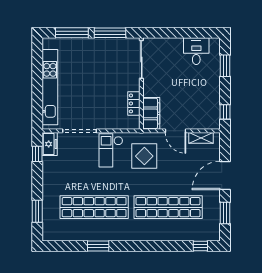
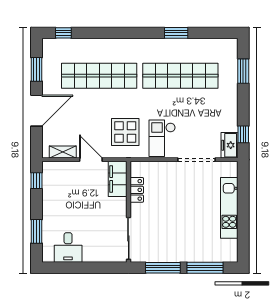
kitchen unit: (50, 87) -> (229, 208), width x0.73
checkout: (111, 150) -> (162, 138), turned 180

